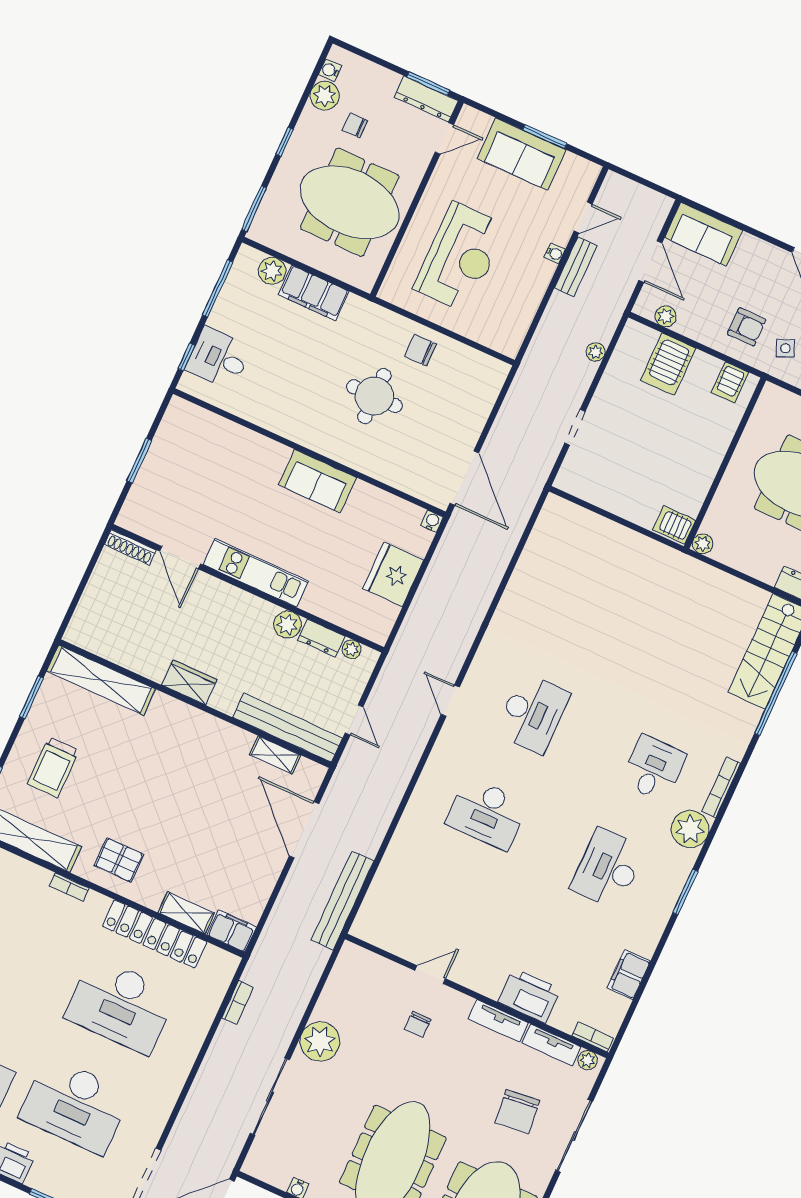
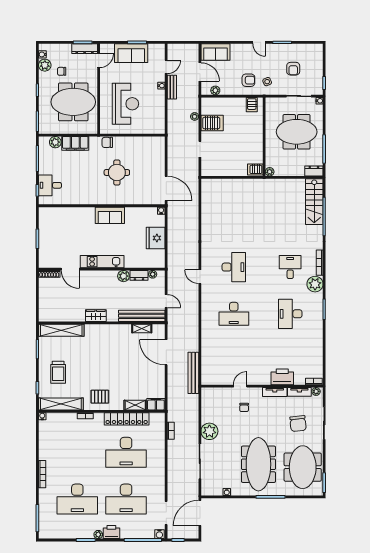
chair: (420, 350) -> (107, 142), moved
server rack: (668, 364) -> (212, 123), moved, turned -90
filing cabinet: (629, 975) -> (317, 351), removed

